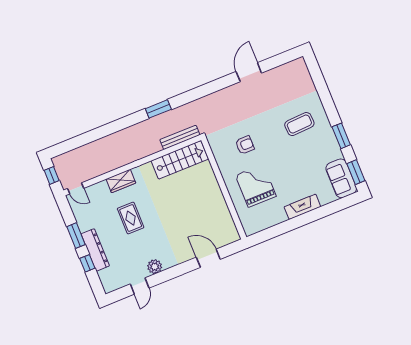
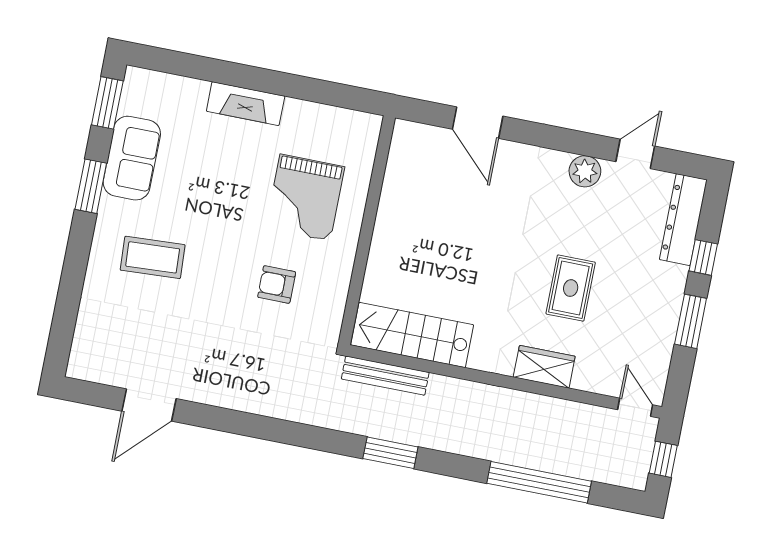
door: (249, 72) -> (149, 405), moved
window: (94, 135) -> (539, 482), added
sofa: (341, 178) -> (132, 158), moved
dresser: (95, 250) -> (683, 220), moved

